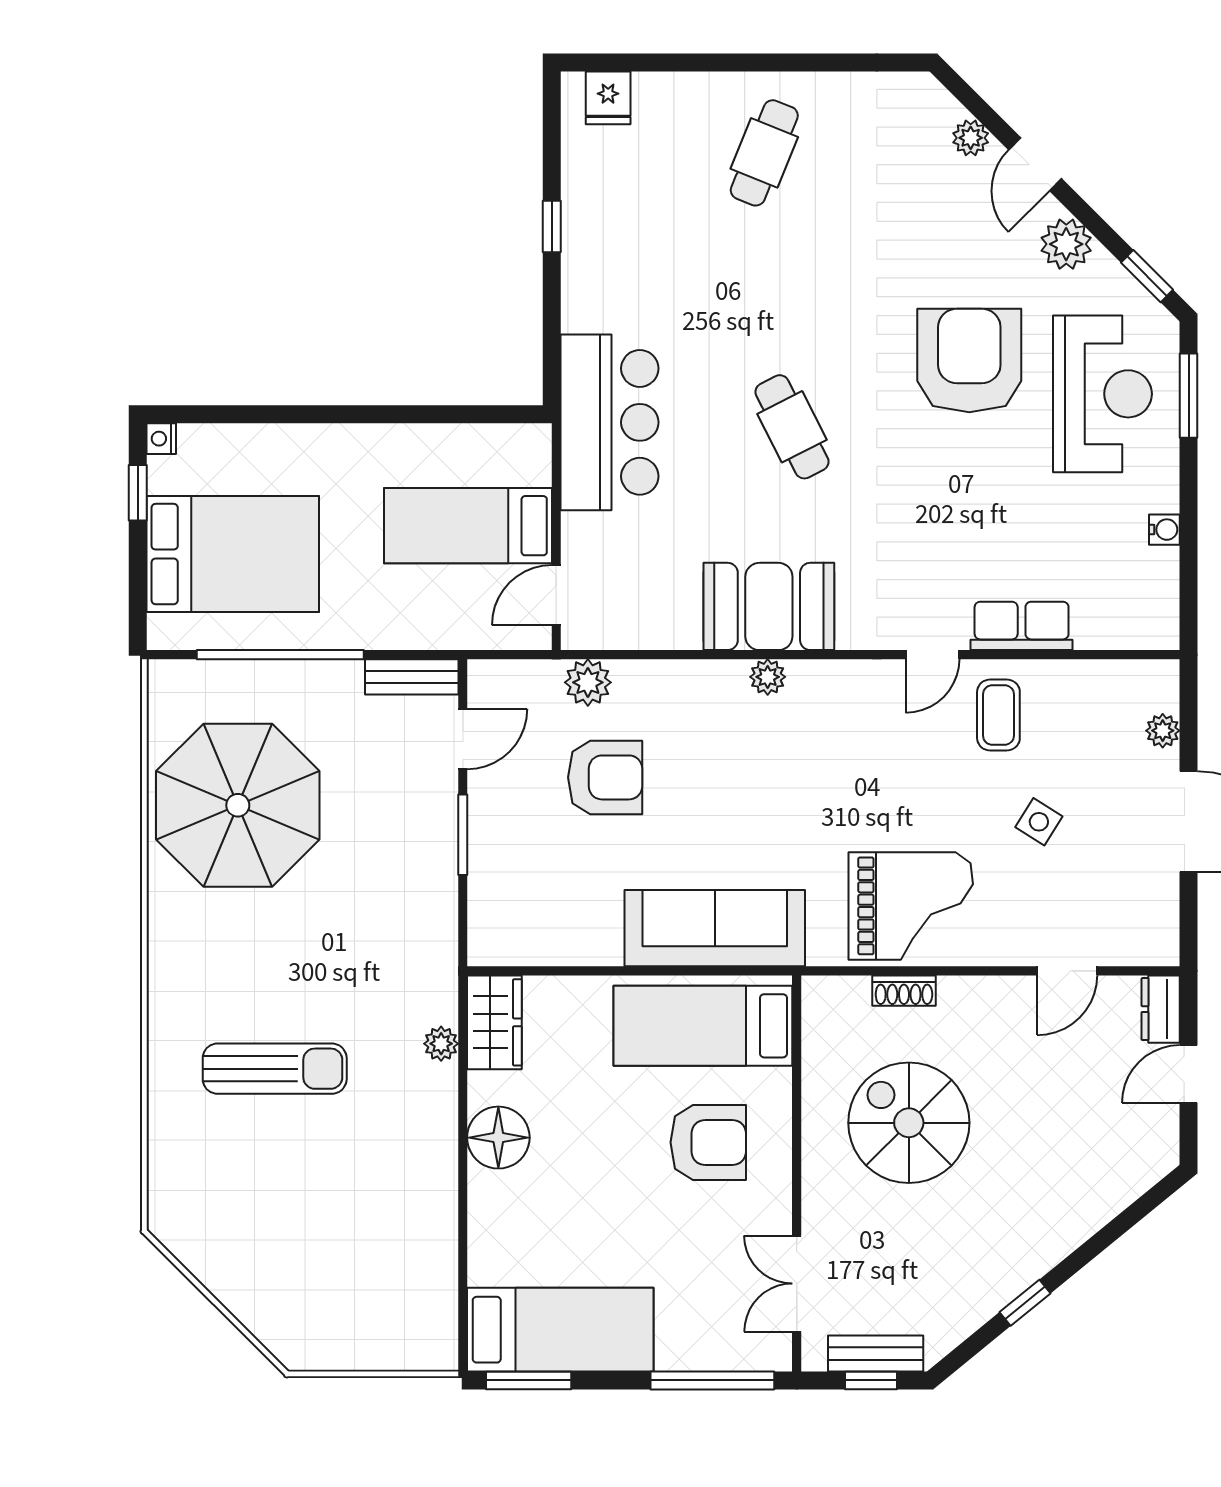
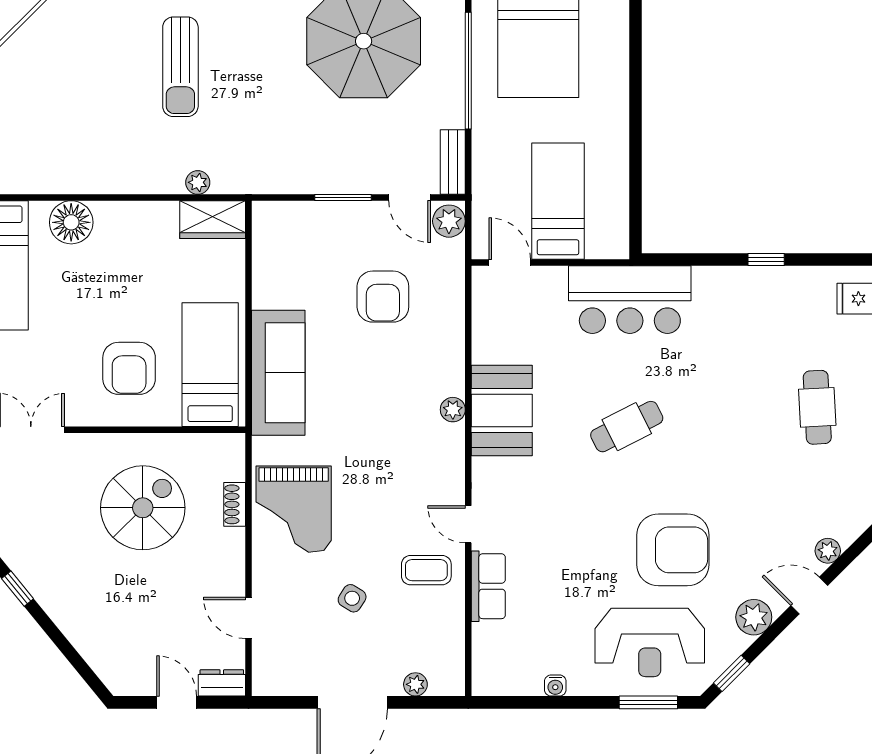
cafe table: (764, 153) -> (817, 407), turned 65
plant: (588, 682) -> (449, 221), moved
floor lamp: (498, 1138) -> (71, 222), moved

